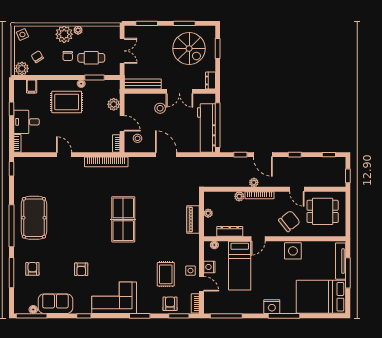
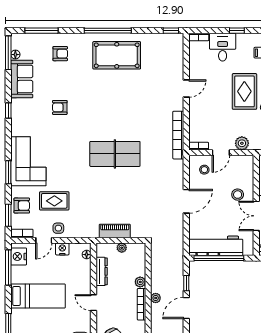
bed: (240, 266) -> (38, 296), moved, turned 180
window: (12, 273) -> (42, 31), moved
corner sofa: (114, 298) -> (28, 161), moved
nightstand: (272, 307) -> (19, 256), moved

